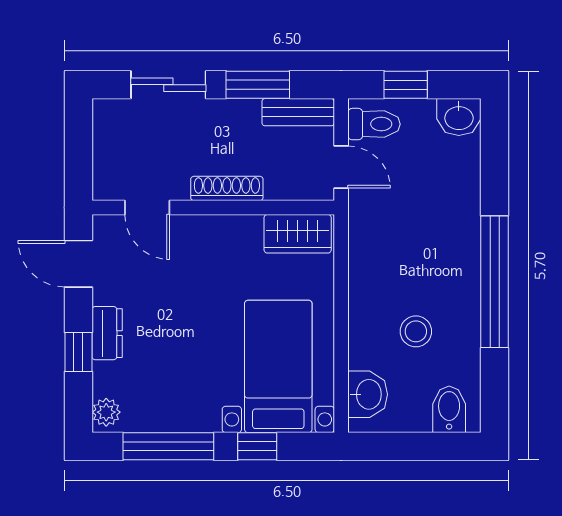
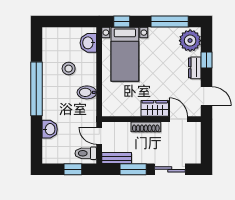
washbasin: (459, 117) -> (50, 129), moved, turned 90
wardrobe: (298, 234) -> (155, 108), moved
bidet: (449, 409) -> (87, 92), moved, turned 90
plant: (106, 412) -> (190, 41), width x1.88, depth x1.88
window: (257, 446) -> (122, 22), moved

